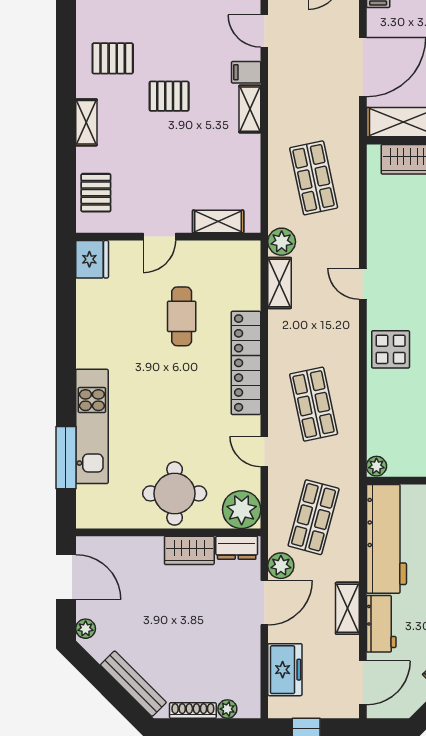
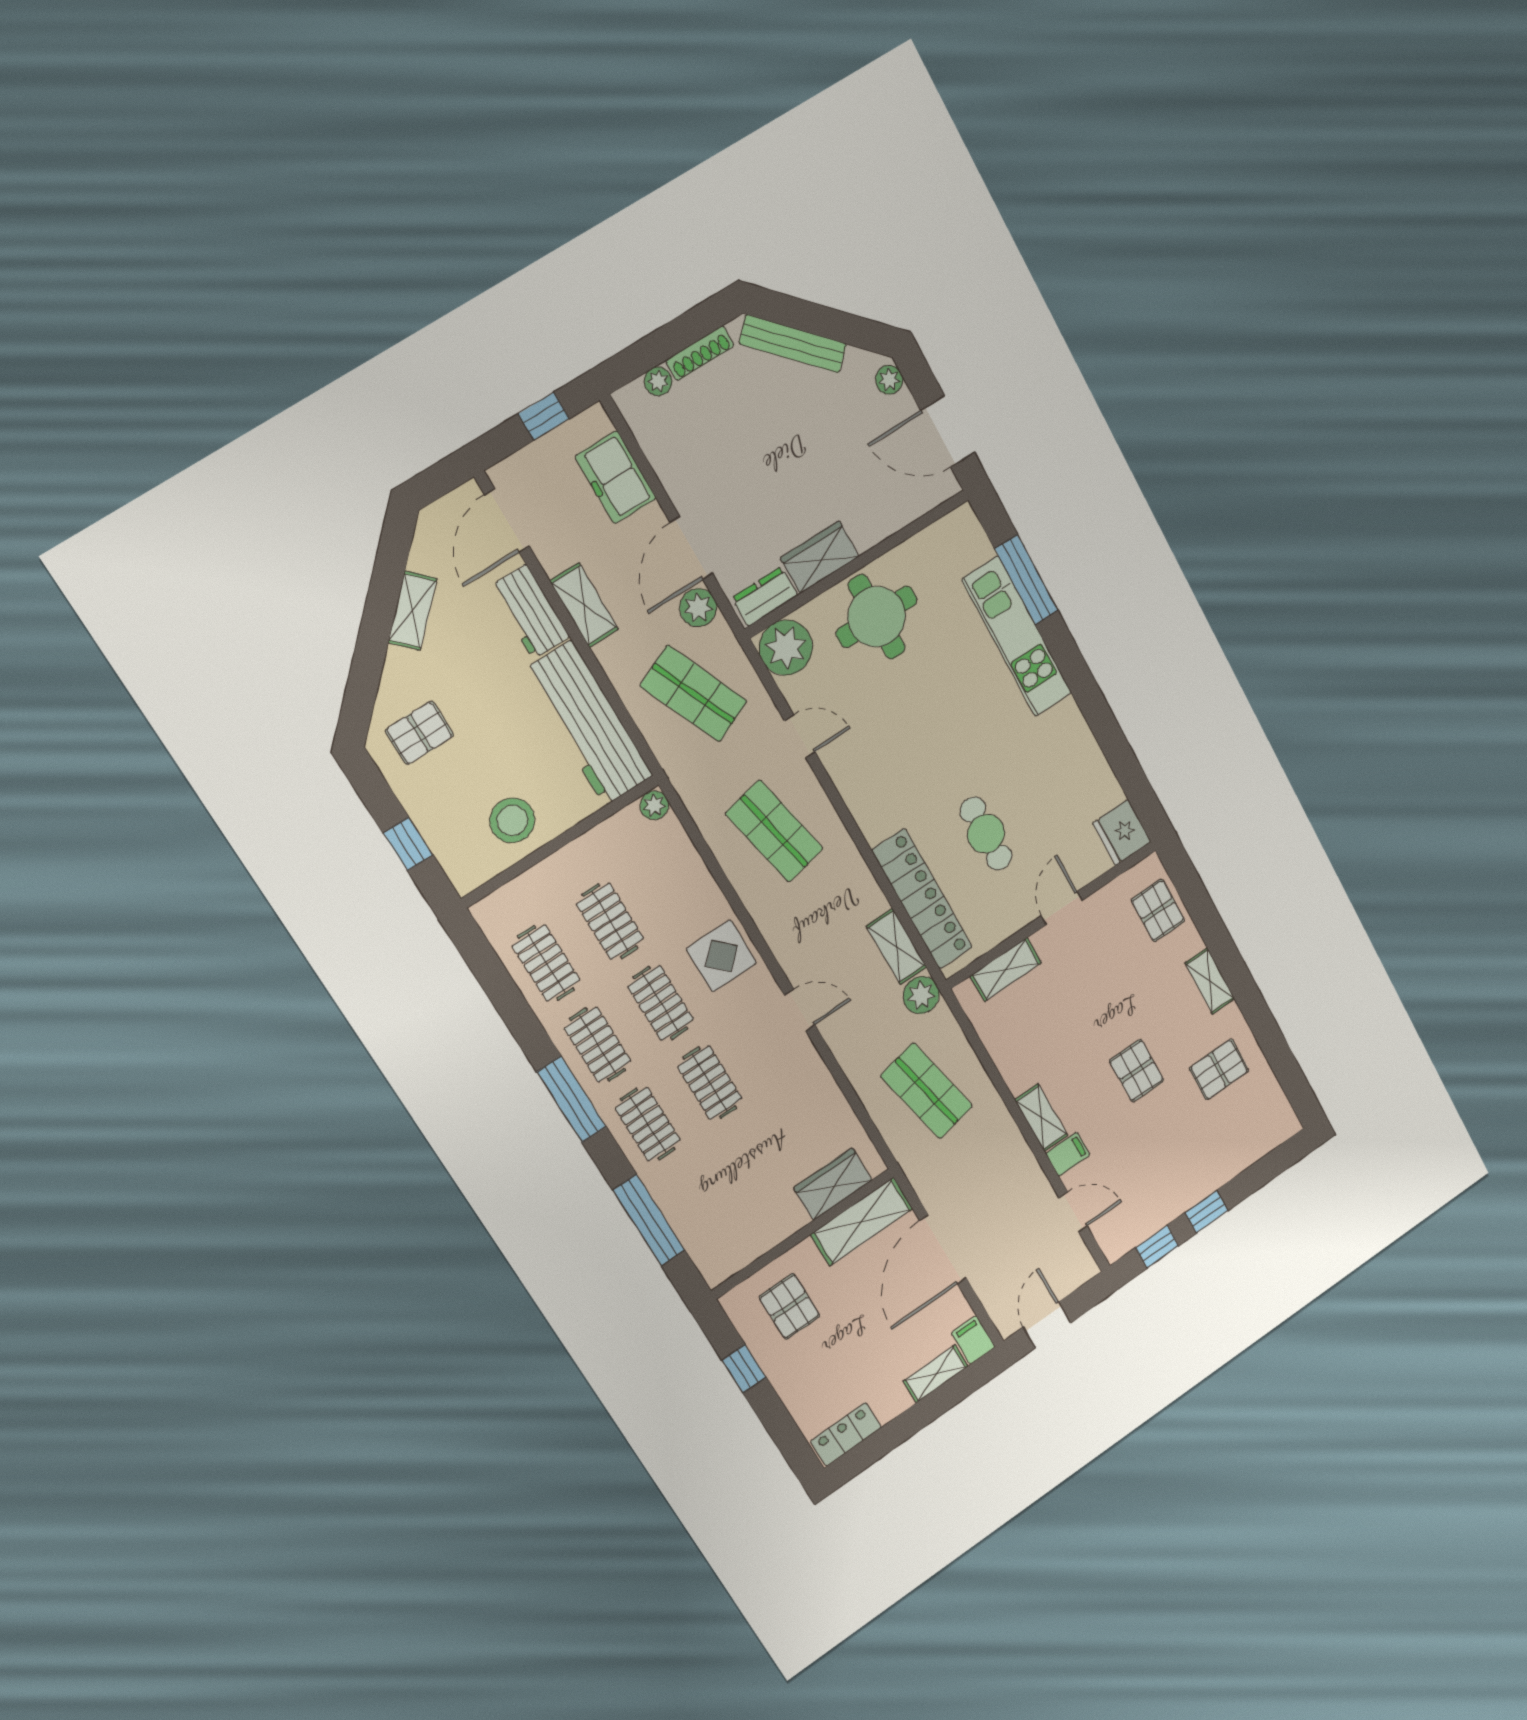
pallet: (169, 96) -> (1137, 1071), turned 90
locker: (246, 363) -> (922, 899), moved
shop shelf: (314, 517) -> (694, 694), turned -39

